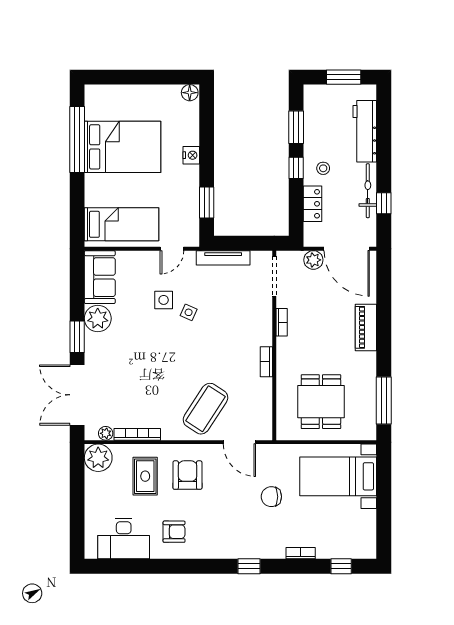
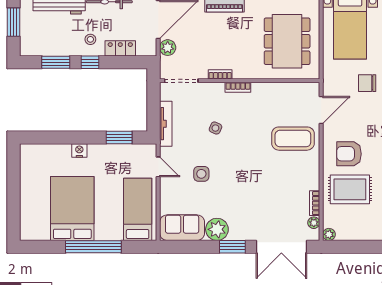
floor lamp: (190, 93) -> (27, 152), removed
window: (77, 140) -> (93, 247), moved
side table: (189, 312) -> (215, 128), moved
bookcase: (266, 362) -> (238, 87), moved
dining table: (321, 402) -> (287, 41), width x1.38
coffee table: (205, 409) -> (293, 139), turned -33
bookcase: (137, 434) -> (315, 203), width x0.64
plant: (98, 458) -> (329, 234), width x0.53, depth x0.53
rug: (145, 476) -> (350, 189), width x1.36, depth x1.43
chair: (271, 497) -> (367, 83), turned 90

